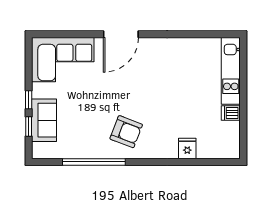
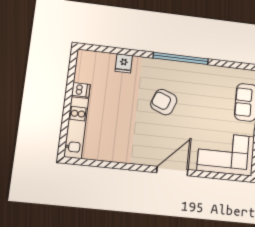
armchair: (126, 132) -> (164, 102), moved
window: (94, 162) -> (181, 58), moved

